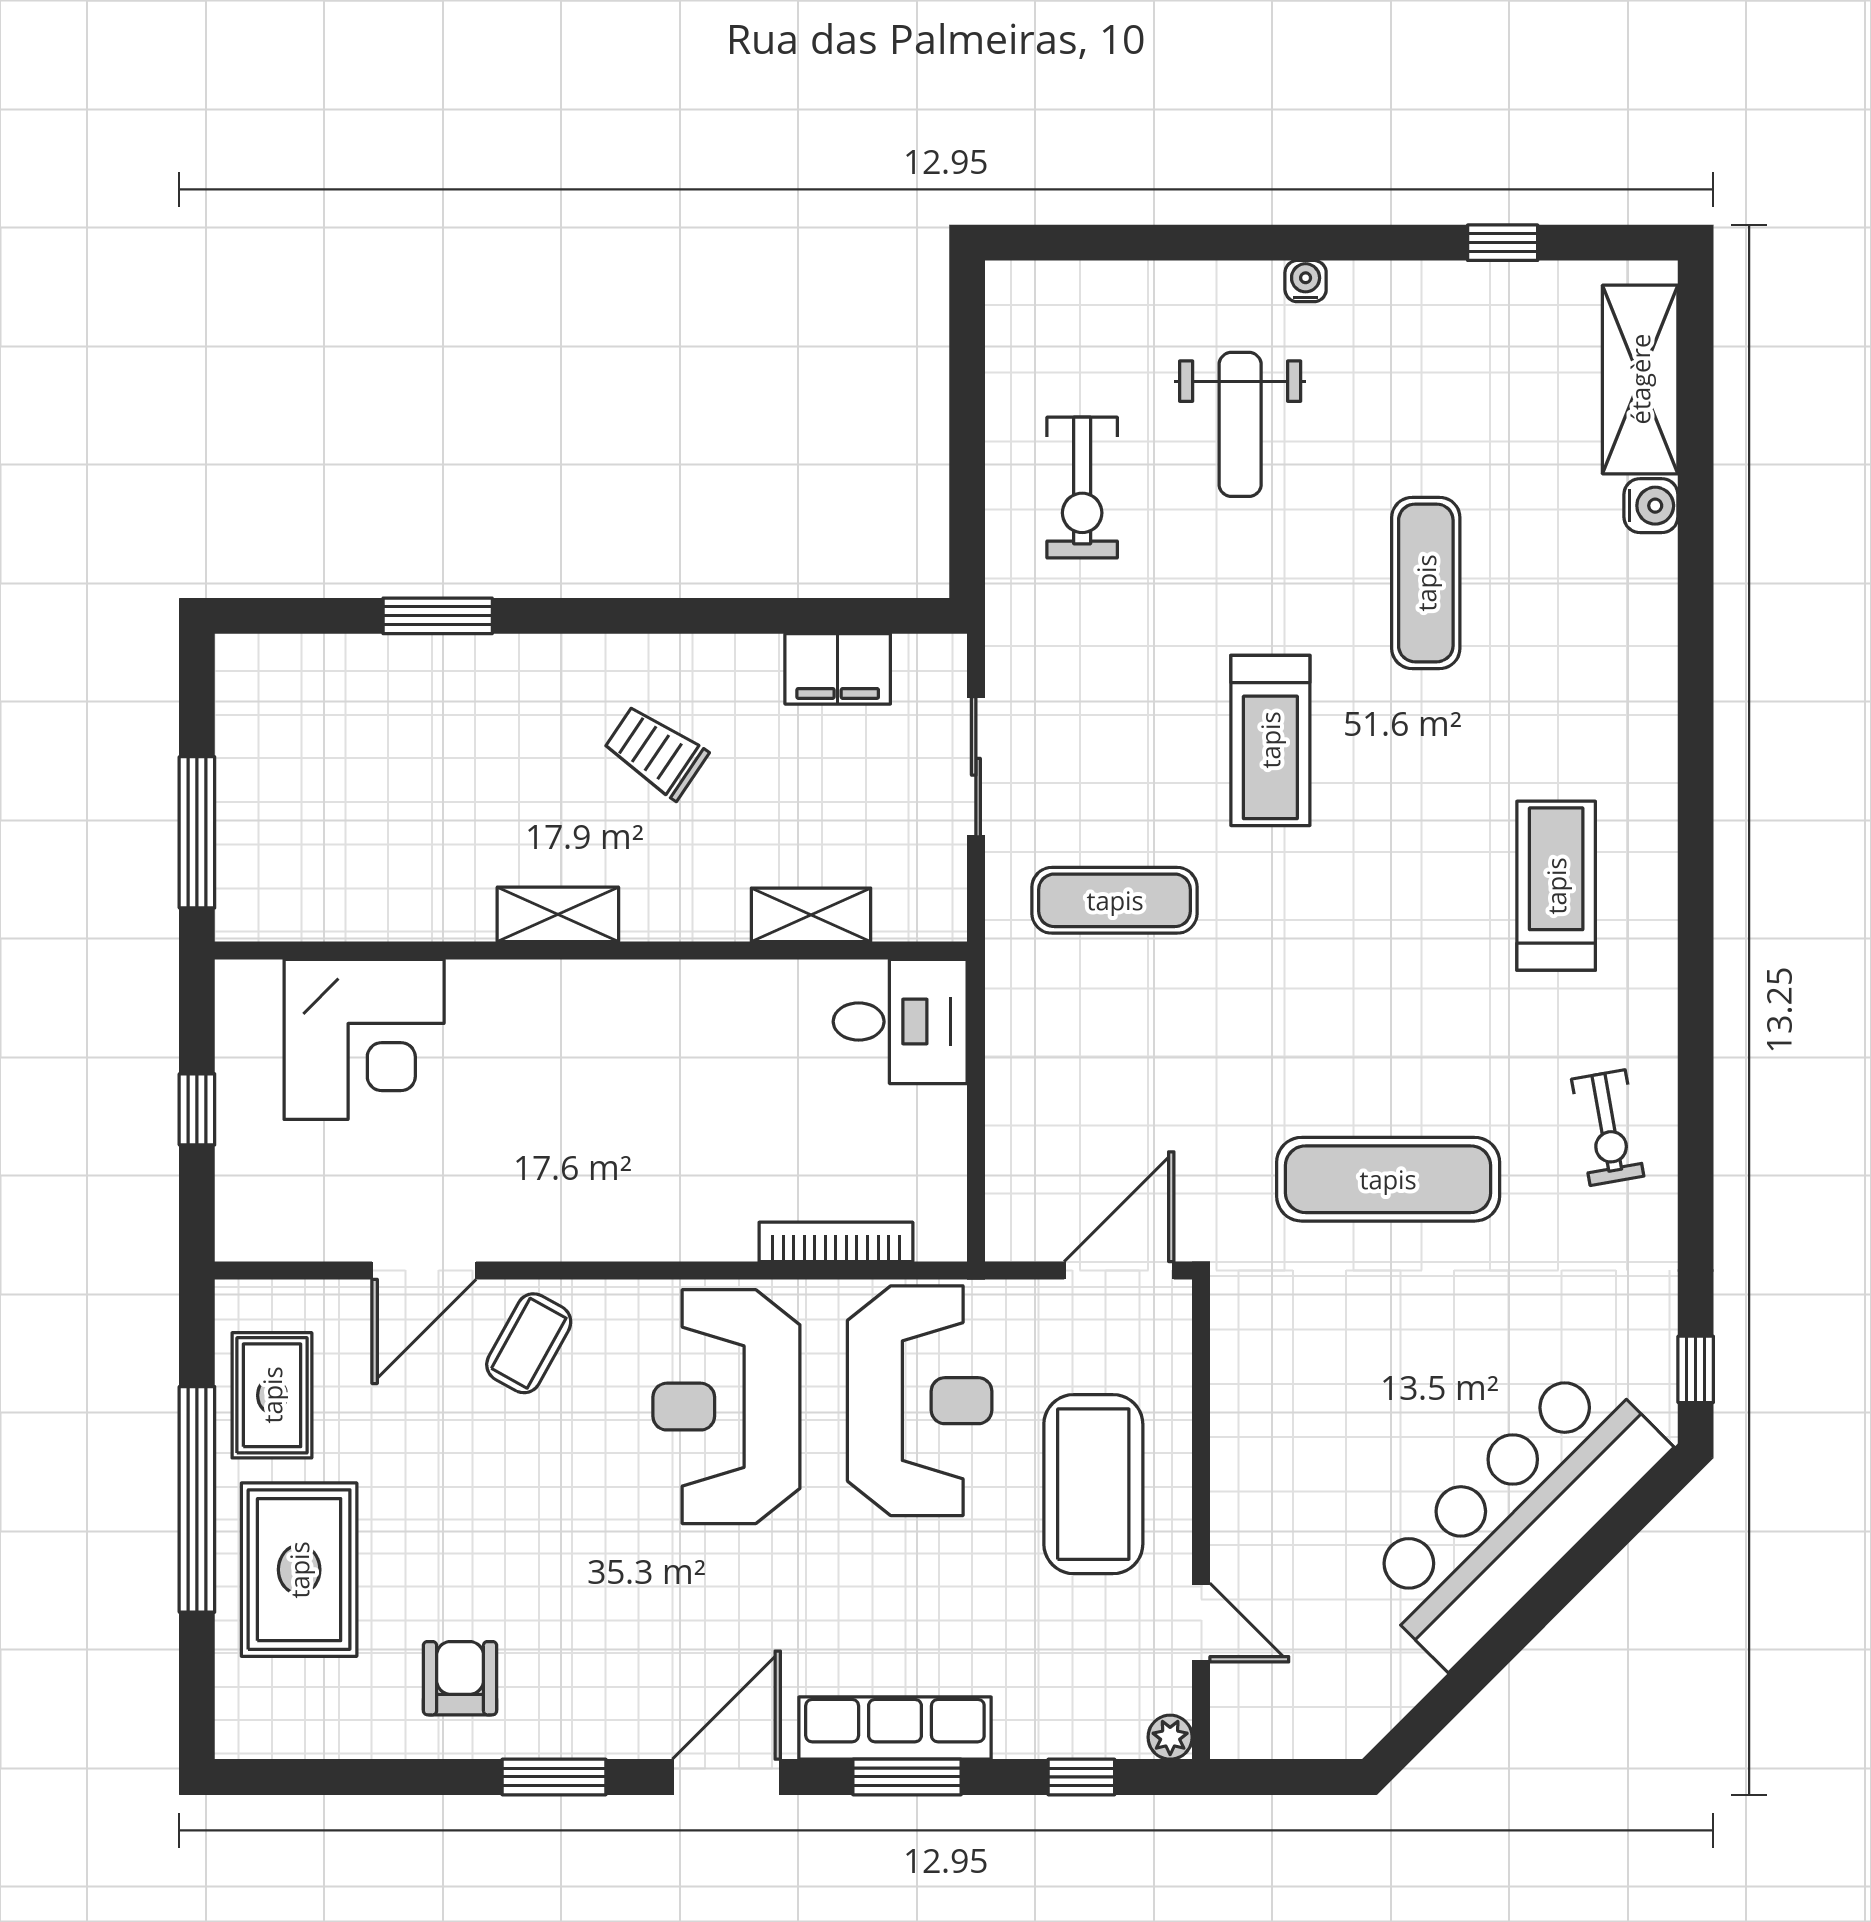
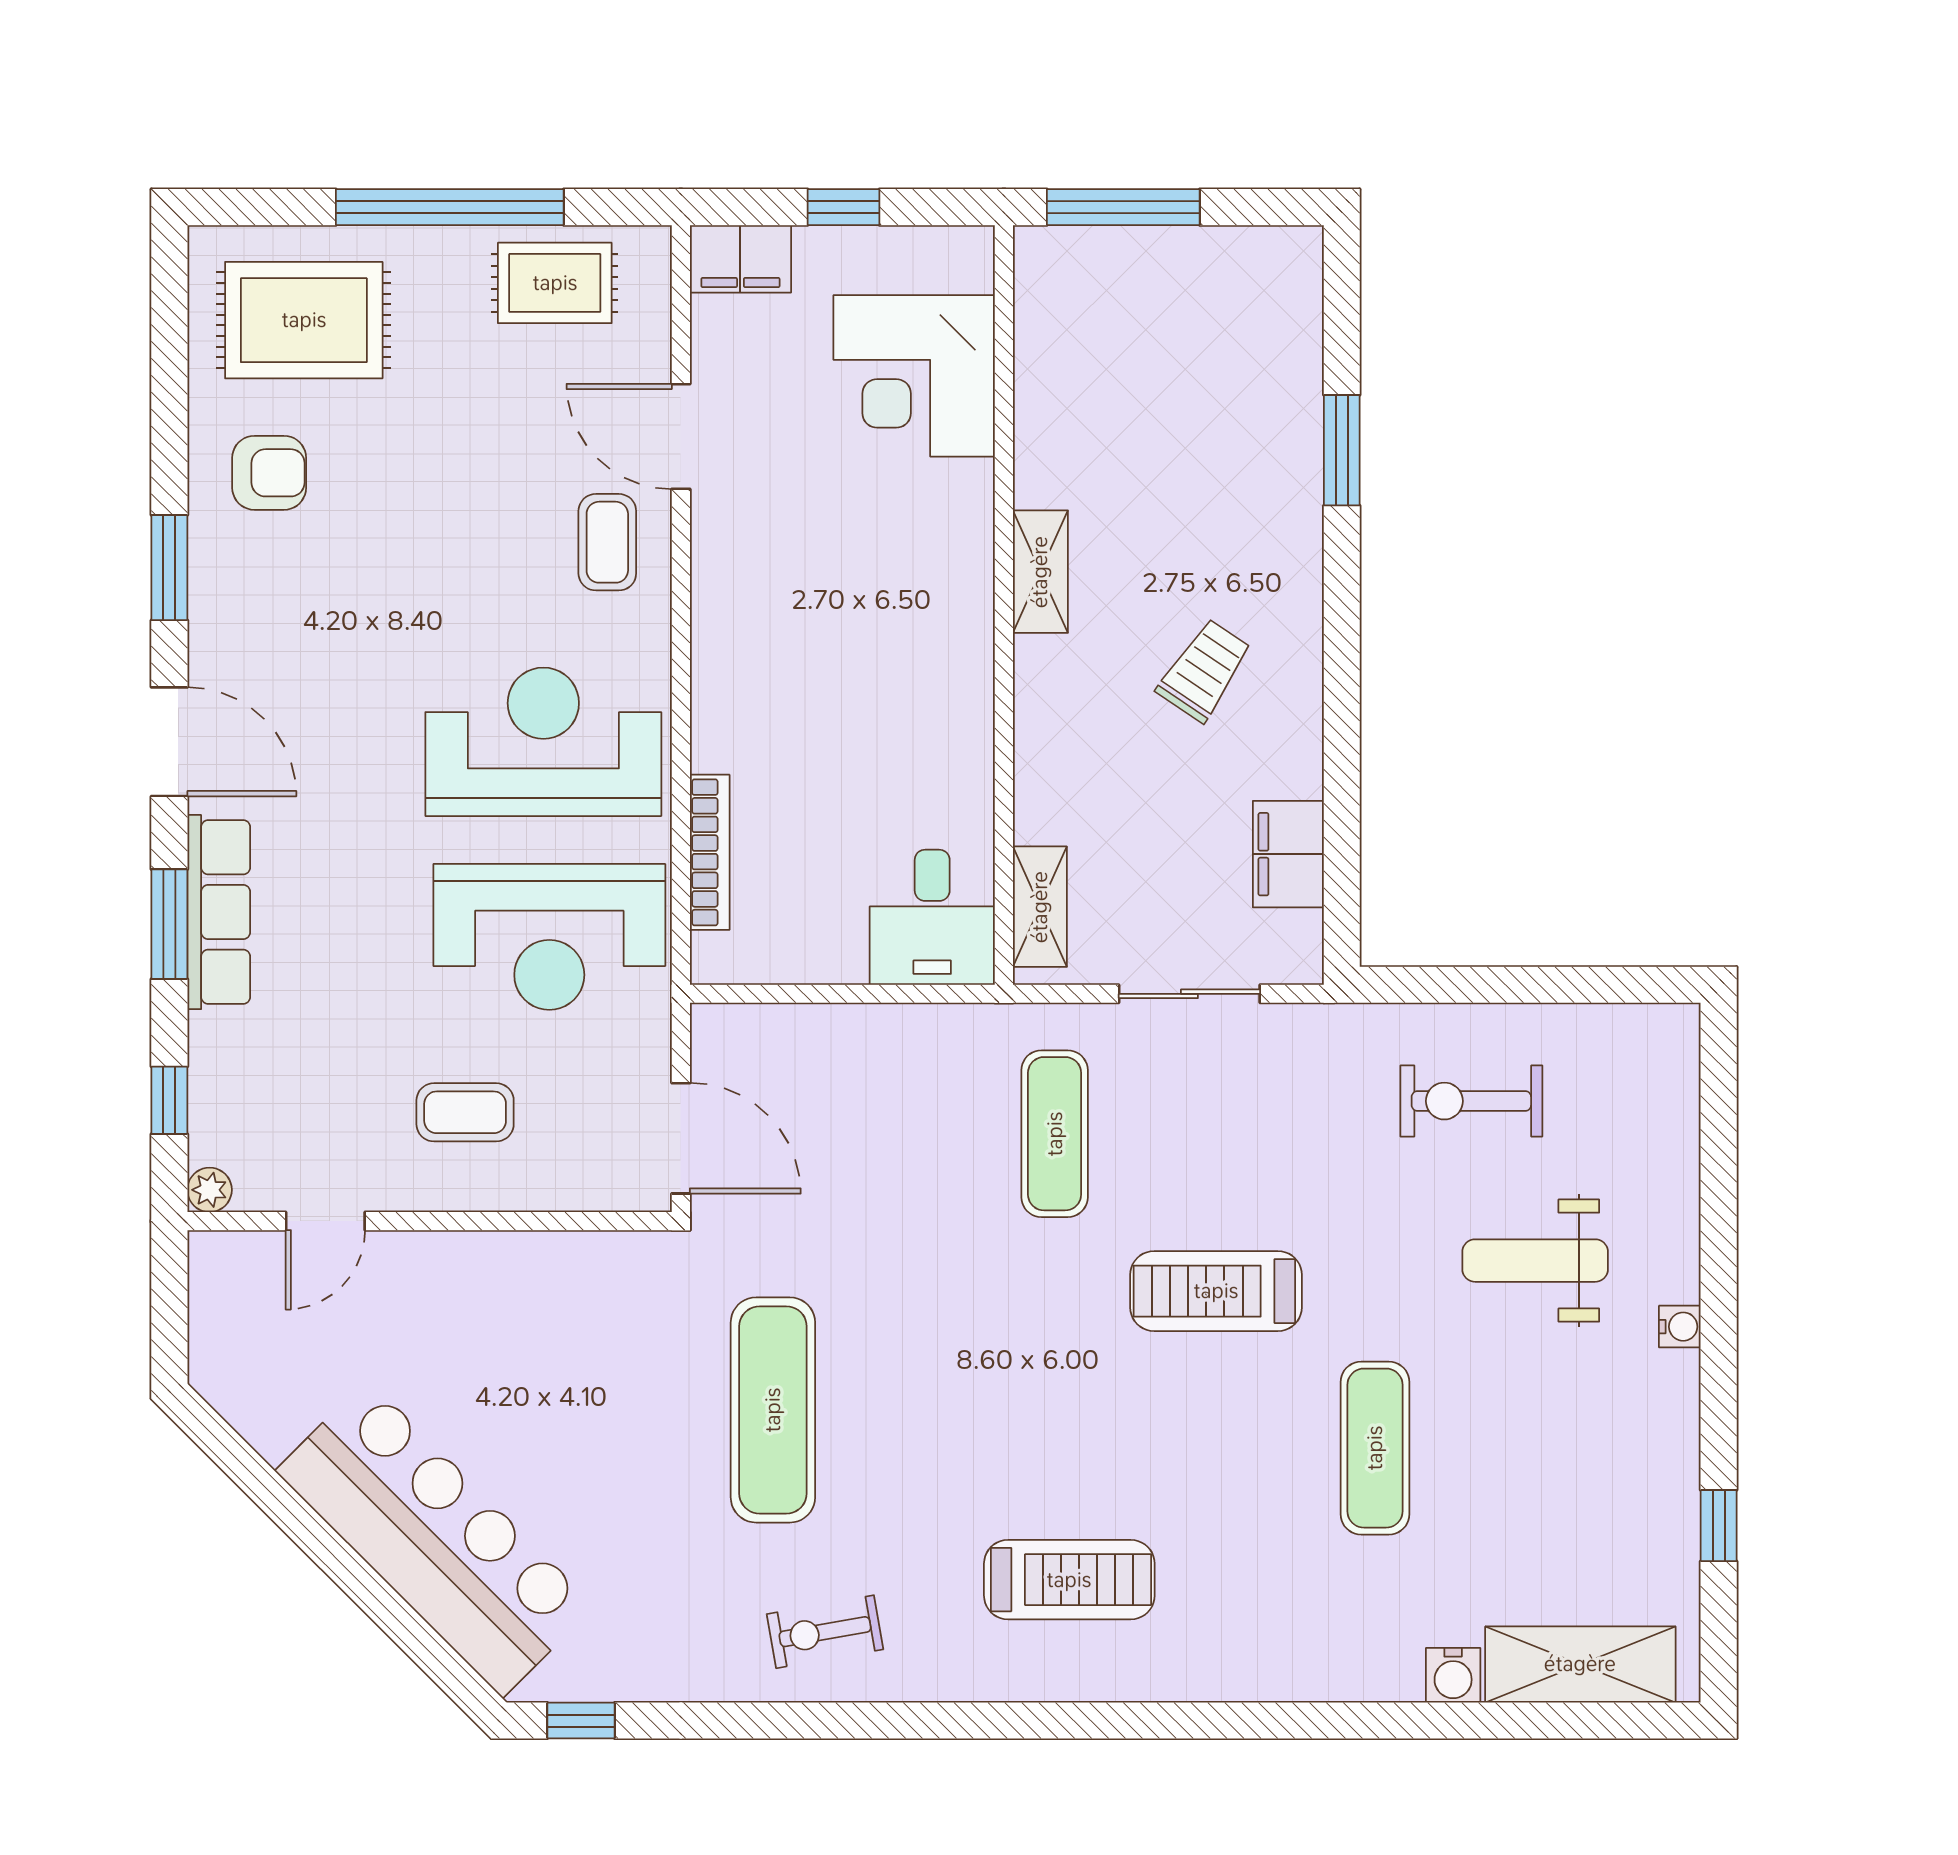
exercise mat: (1426, 583) -> (1375, 1448), turned 90
shelving: (811, 915) -> (1040, 907), moved
filing cabinet: (248, 1211) -> (740, 259), added
coffee table: (529, 1343) -> (607, 542), turned 61
coffee table: (1093, 1484) -> (465, 1112), width x0.54, depth x0.58
rug: (299, 1570) -> (304, 320), moved

